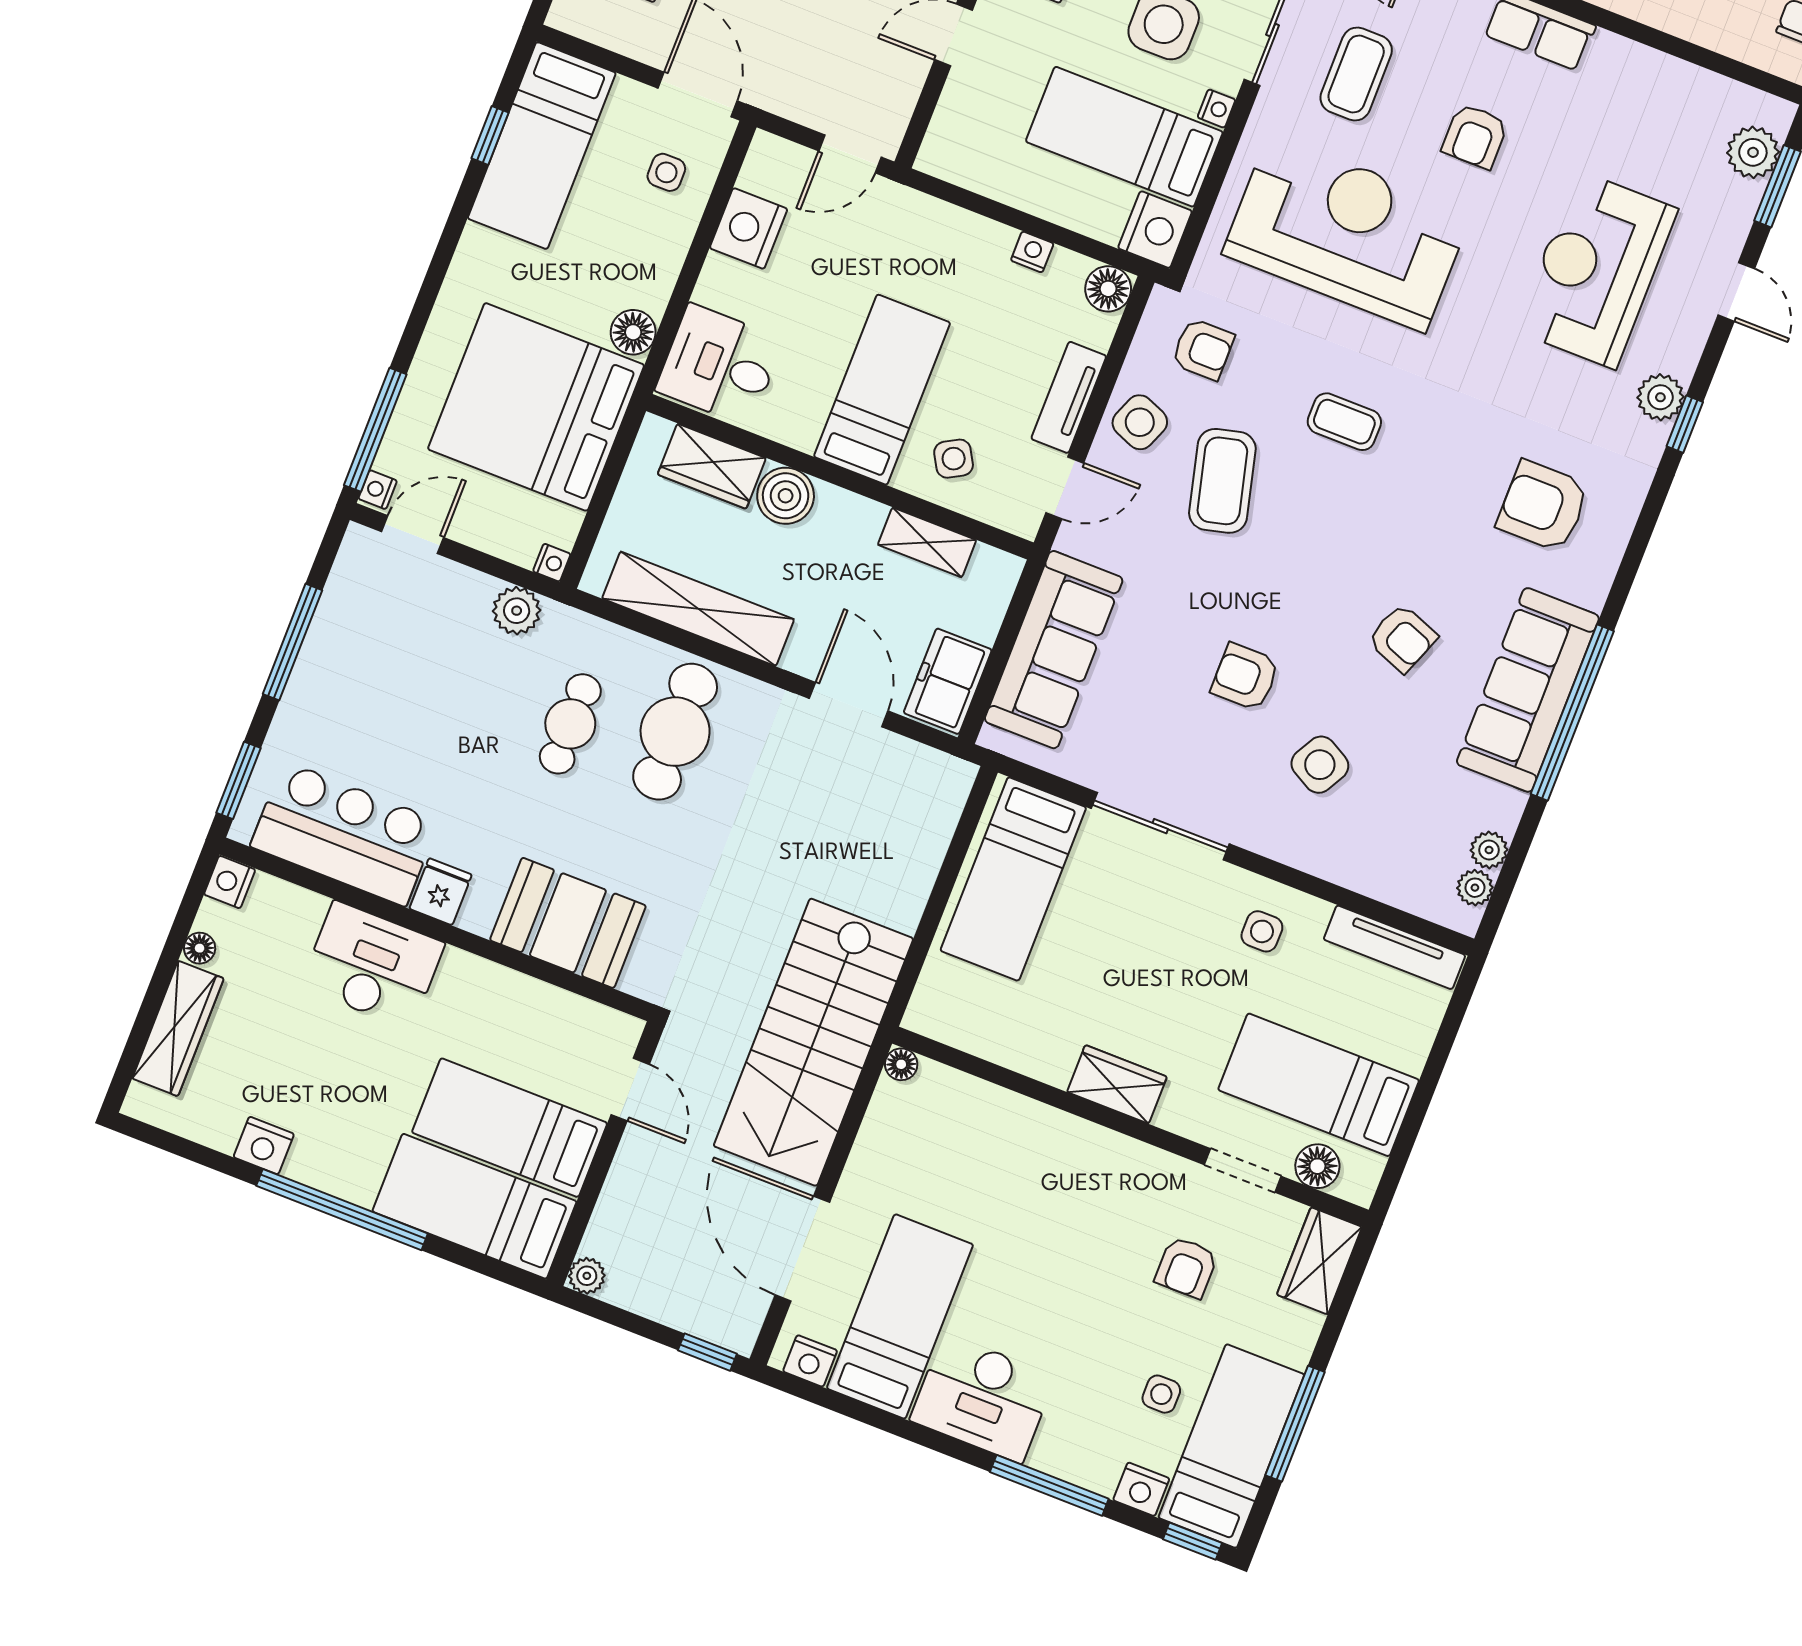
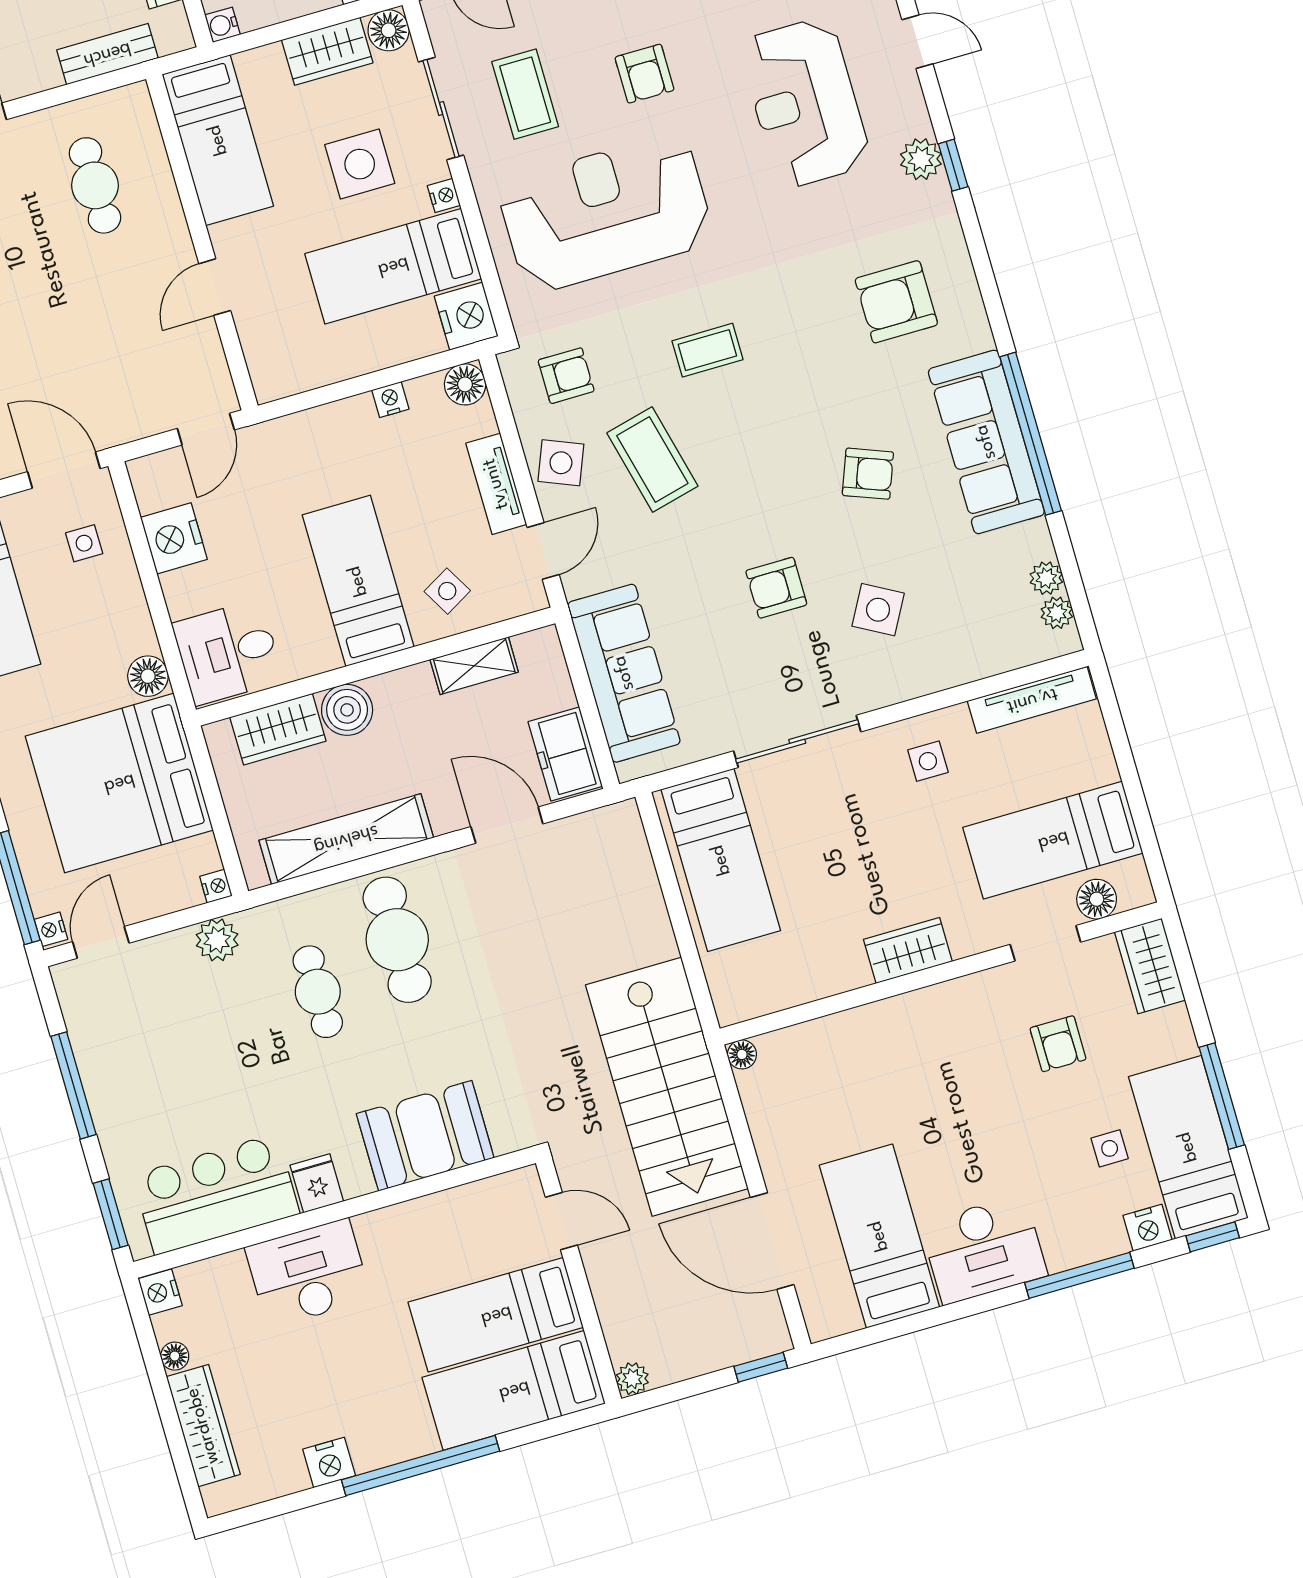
nightstand: (810, 1361) -> (839, 1317), removed

